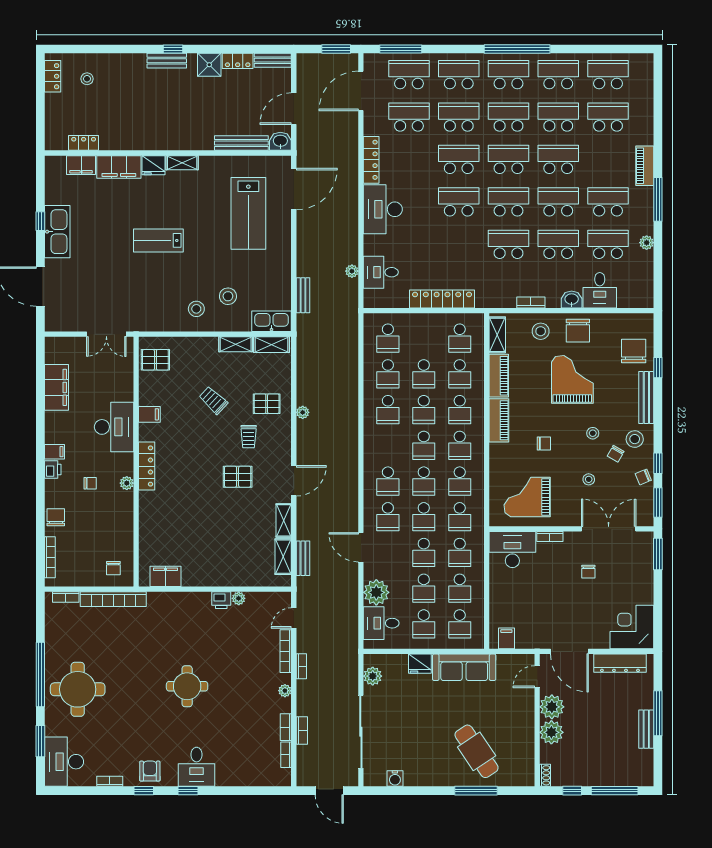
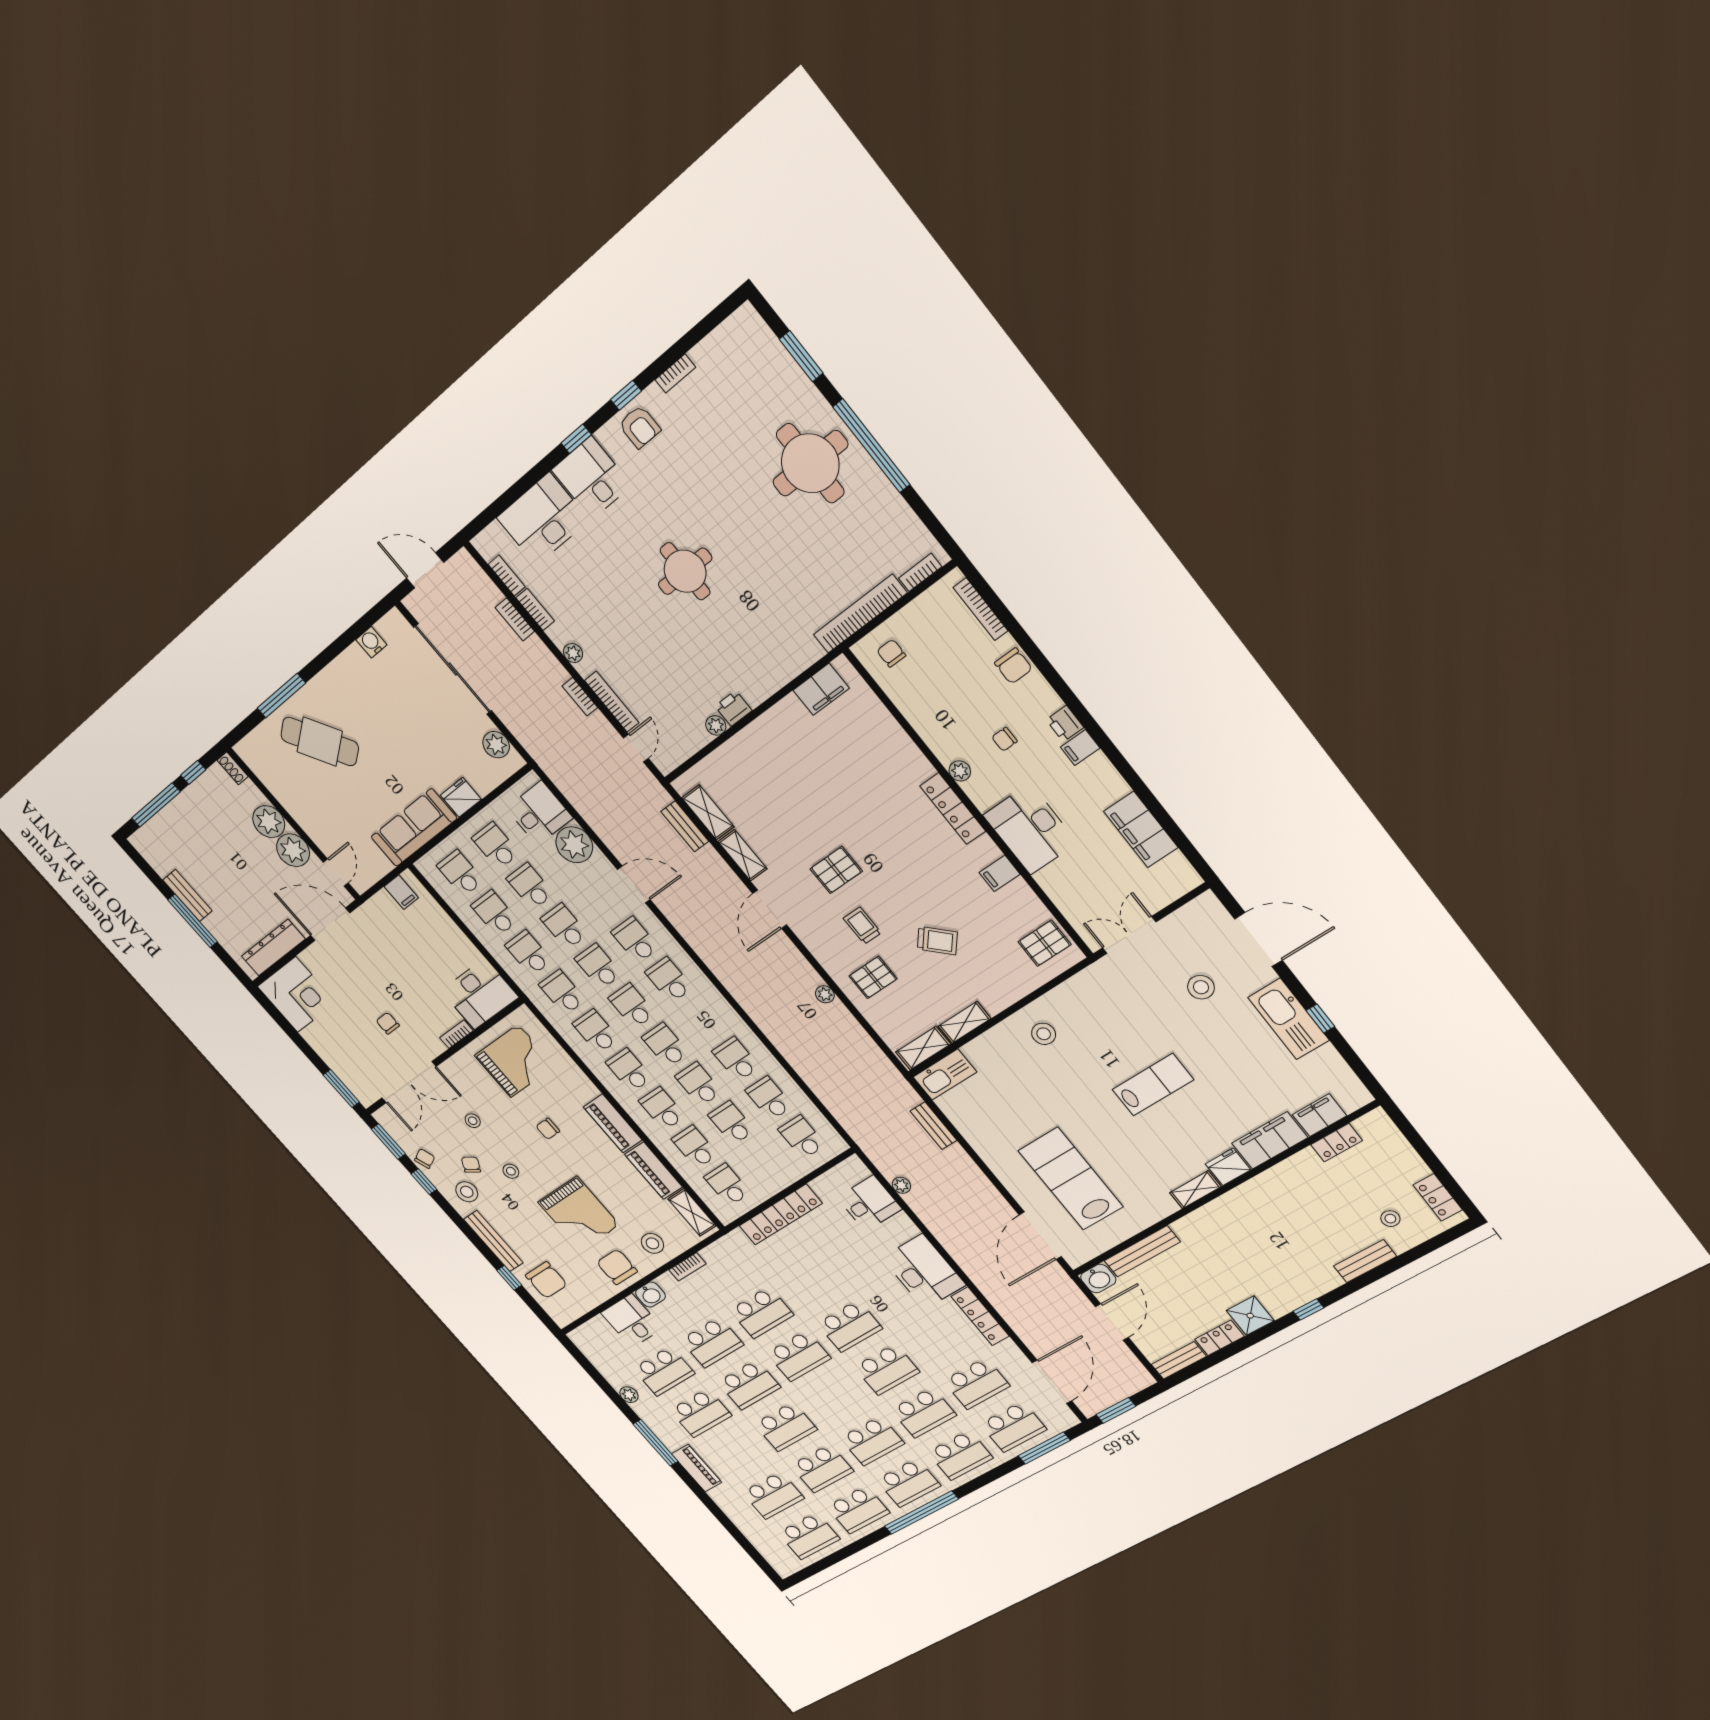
bench: (167, 61) -> (1365, 1261), moved
school desk: (508, 159) -> (836, 1398), removed
stool: (228, 296) -> (1201, 987), moved
desk: (64, 762) -> (543, 519), moved, turned -90

